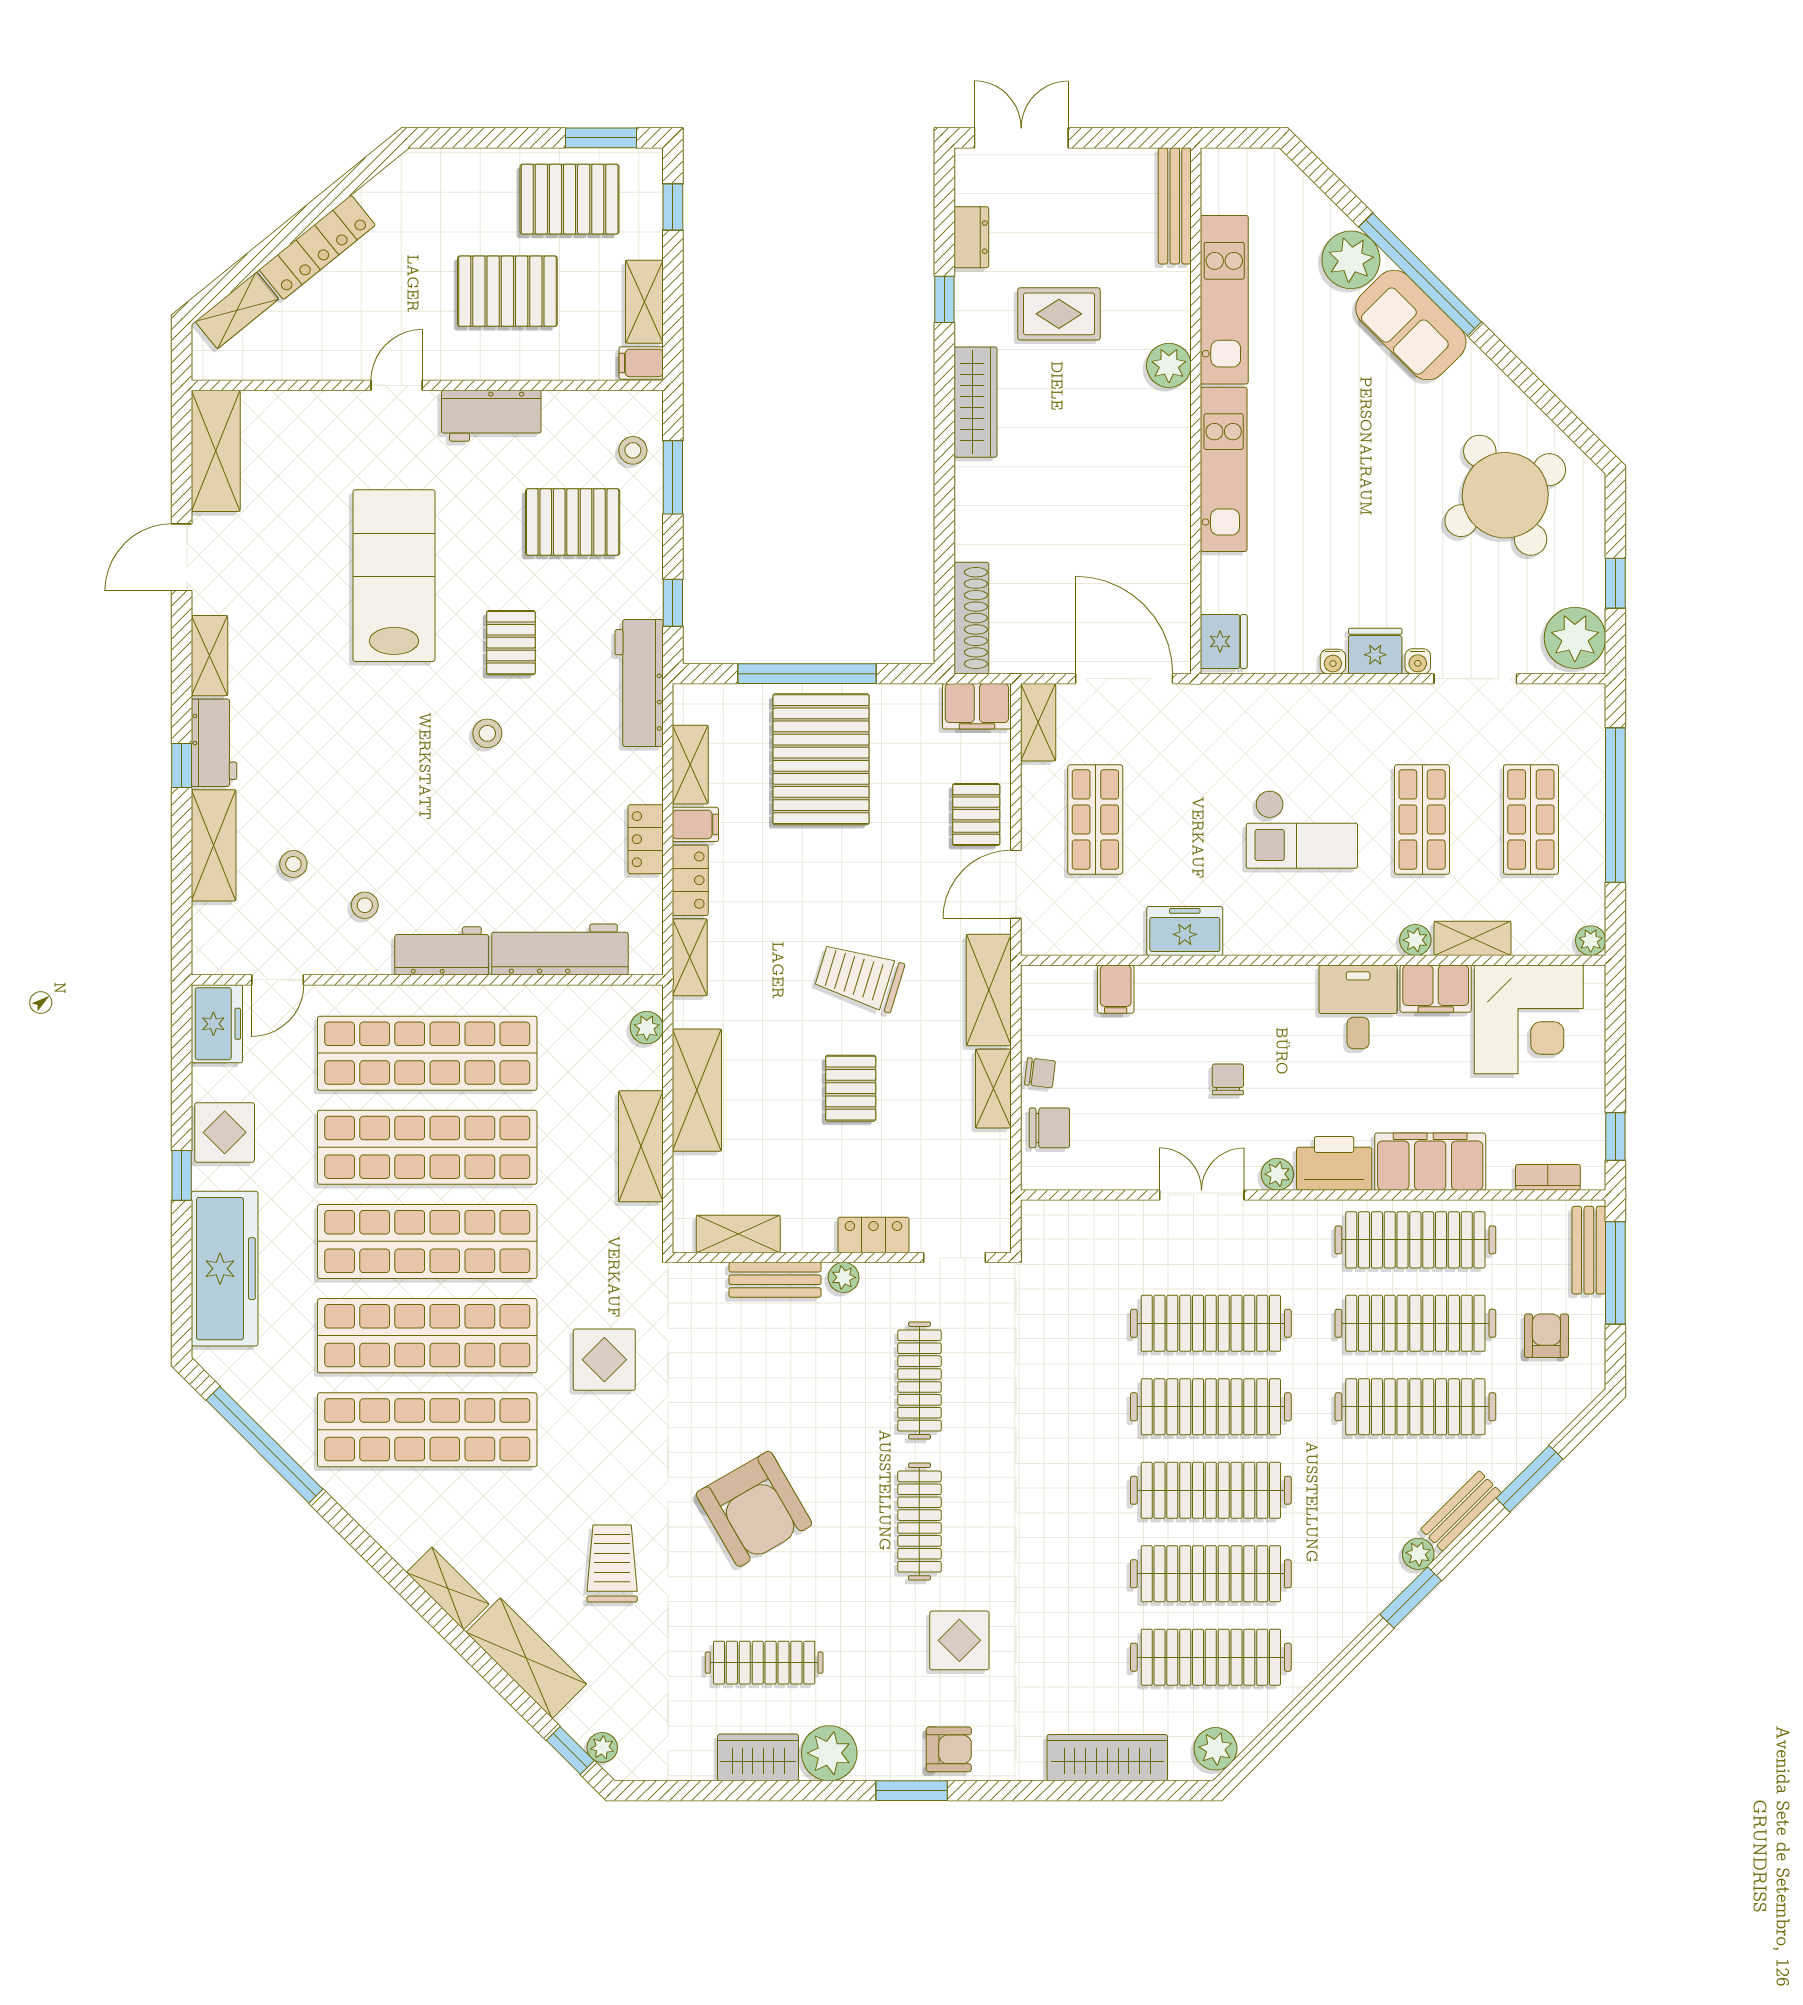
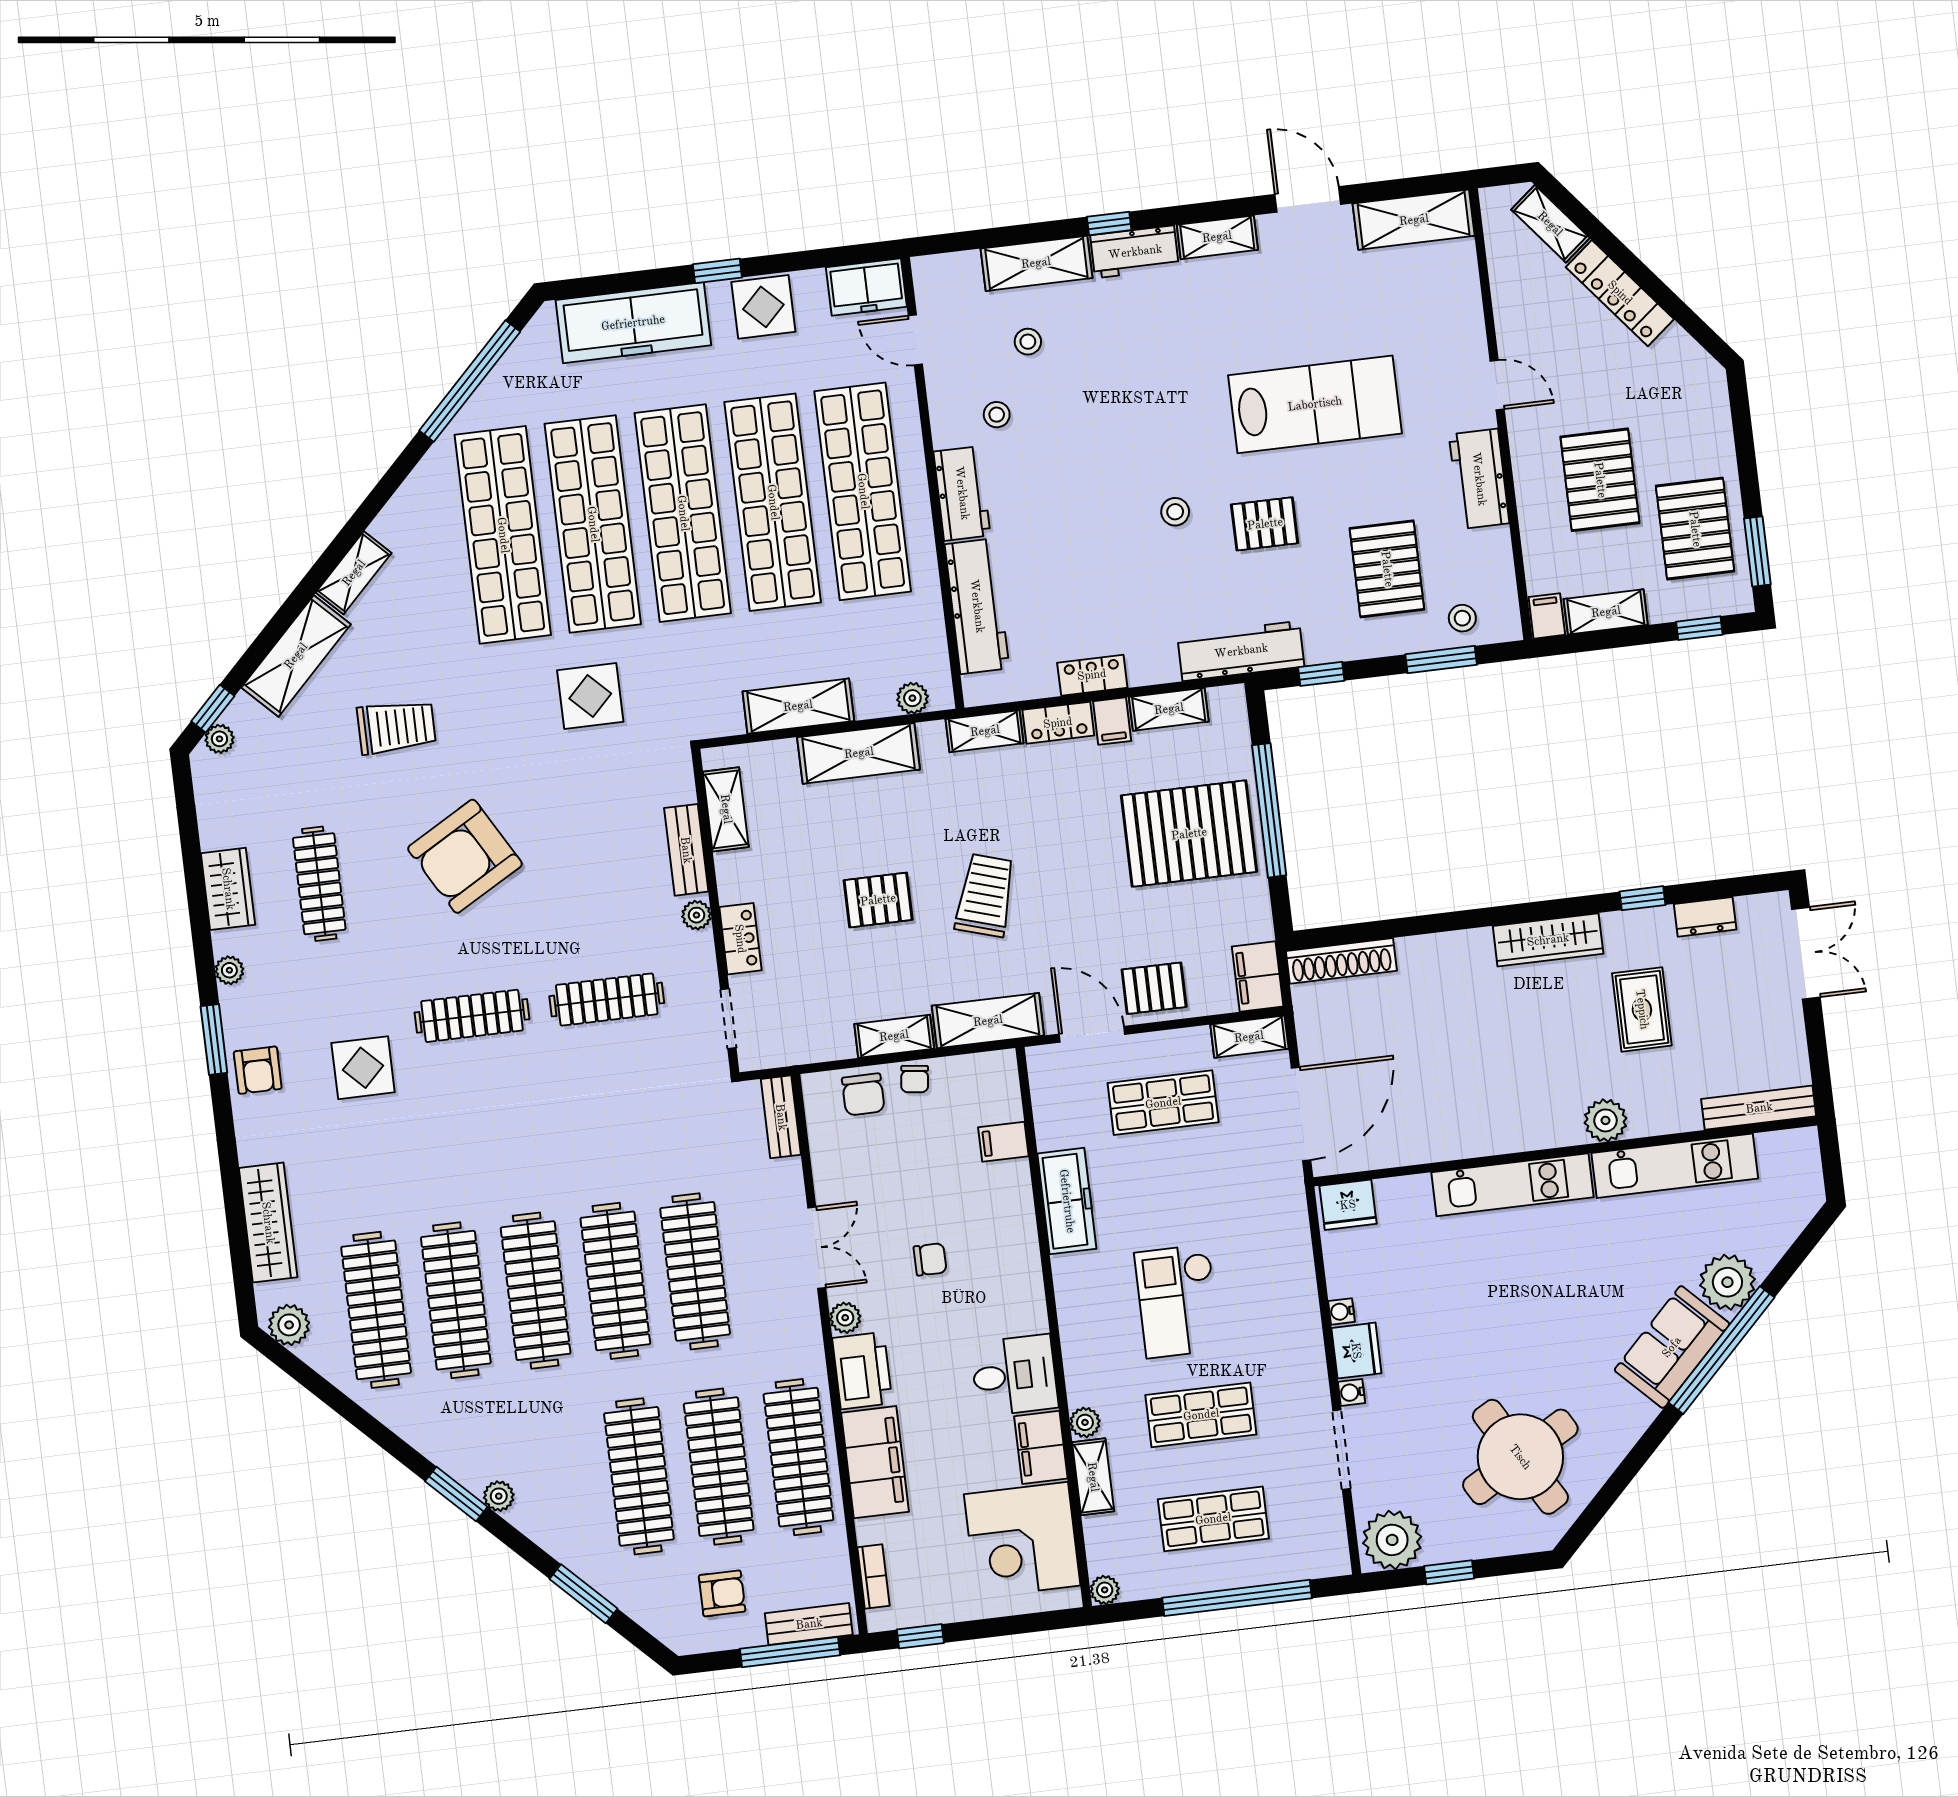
freezer: (1185, 931) -> (1067, 1201), width x1.40
bench: (1461, 1511) -> (781, 1117), moved, turned 45
plant: (829, 1753) -> (229, 970), width x0.53, depth x0.53

